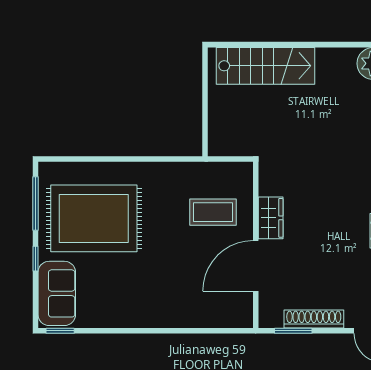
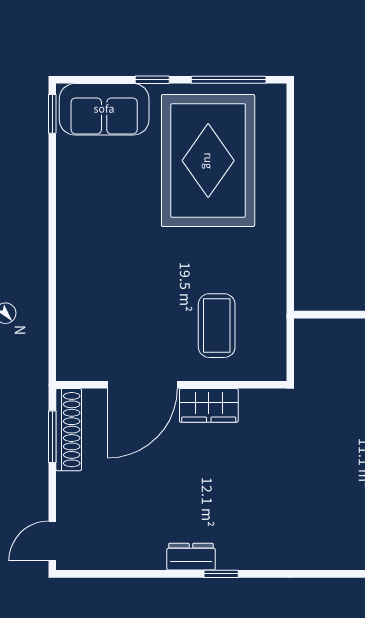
door: (256, 266) -> (142, 385), swing flipped
shoe rack: (314, 319) -> (69, 430), moved

